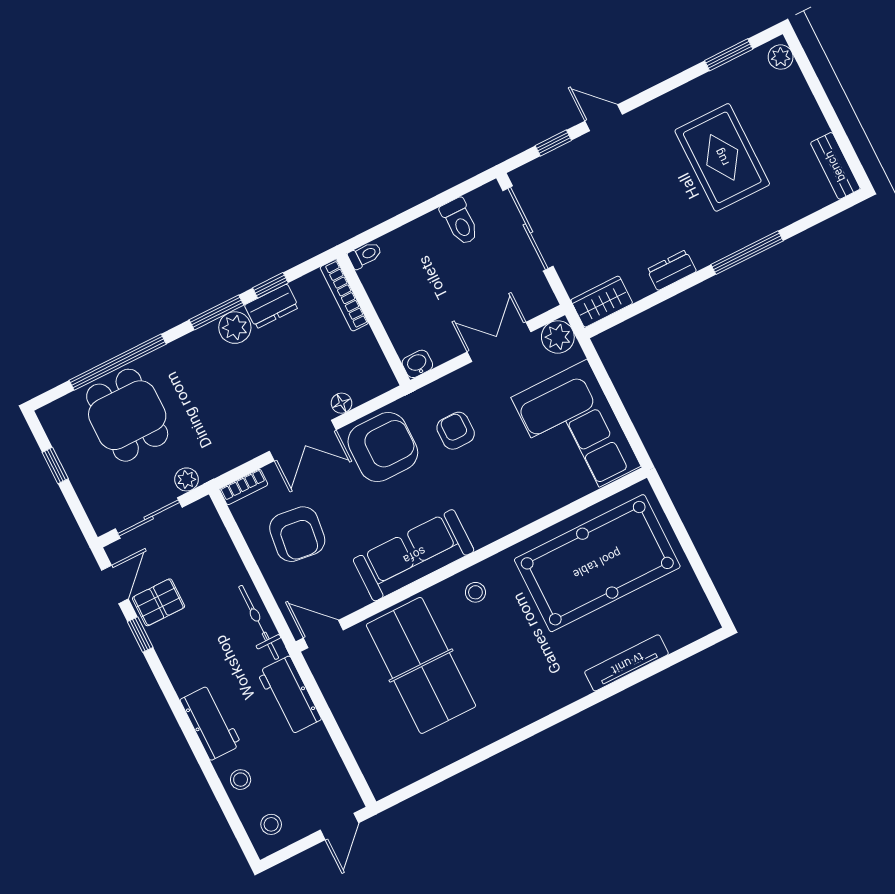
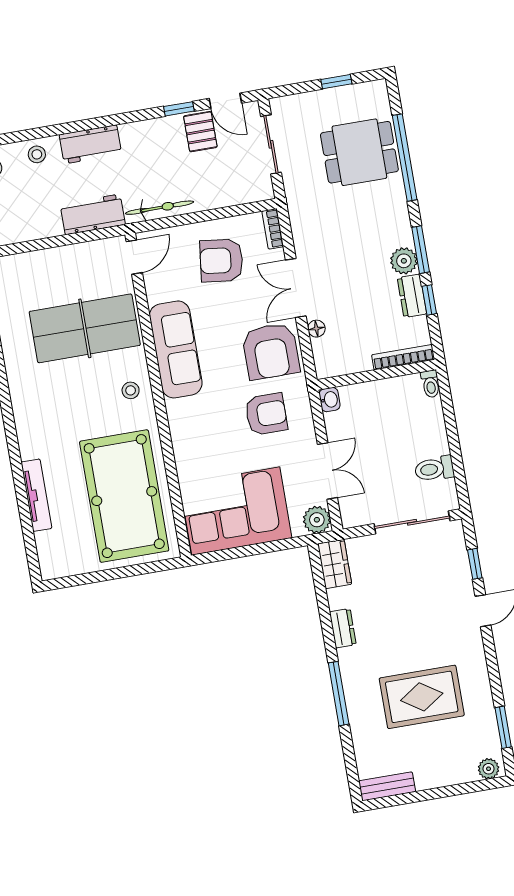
armchair: (456, 431) -> (266, 414), width x1.38, depth x1.38
plant: (186, 479) -> (293, 184), removed

